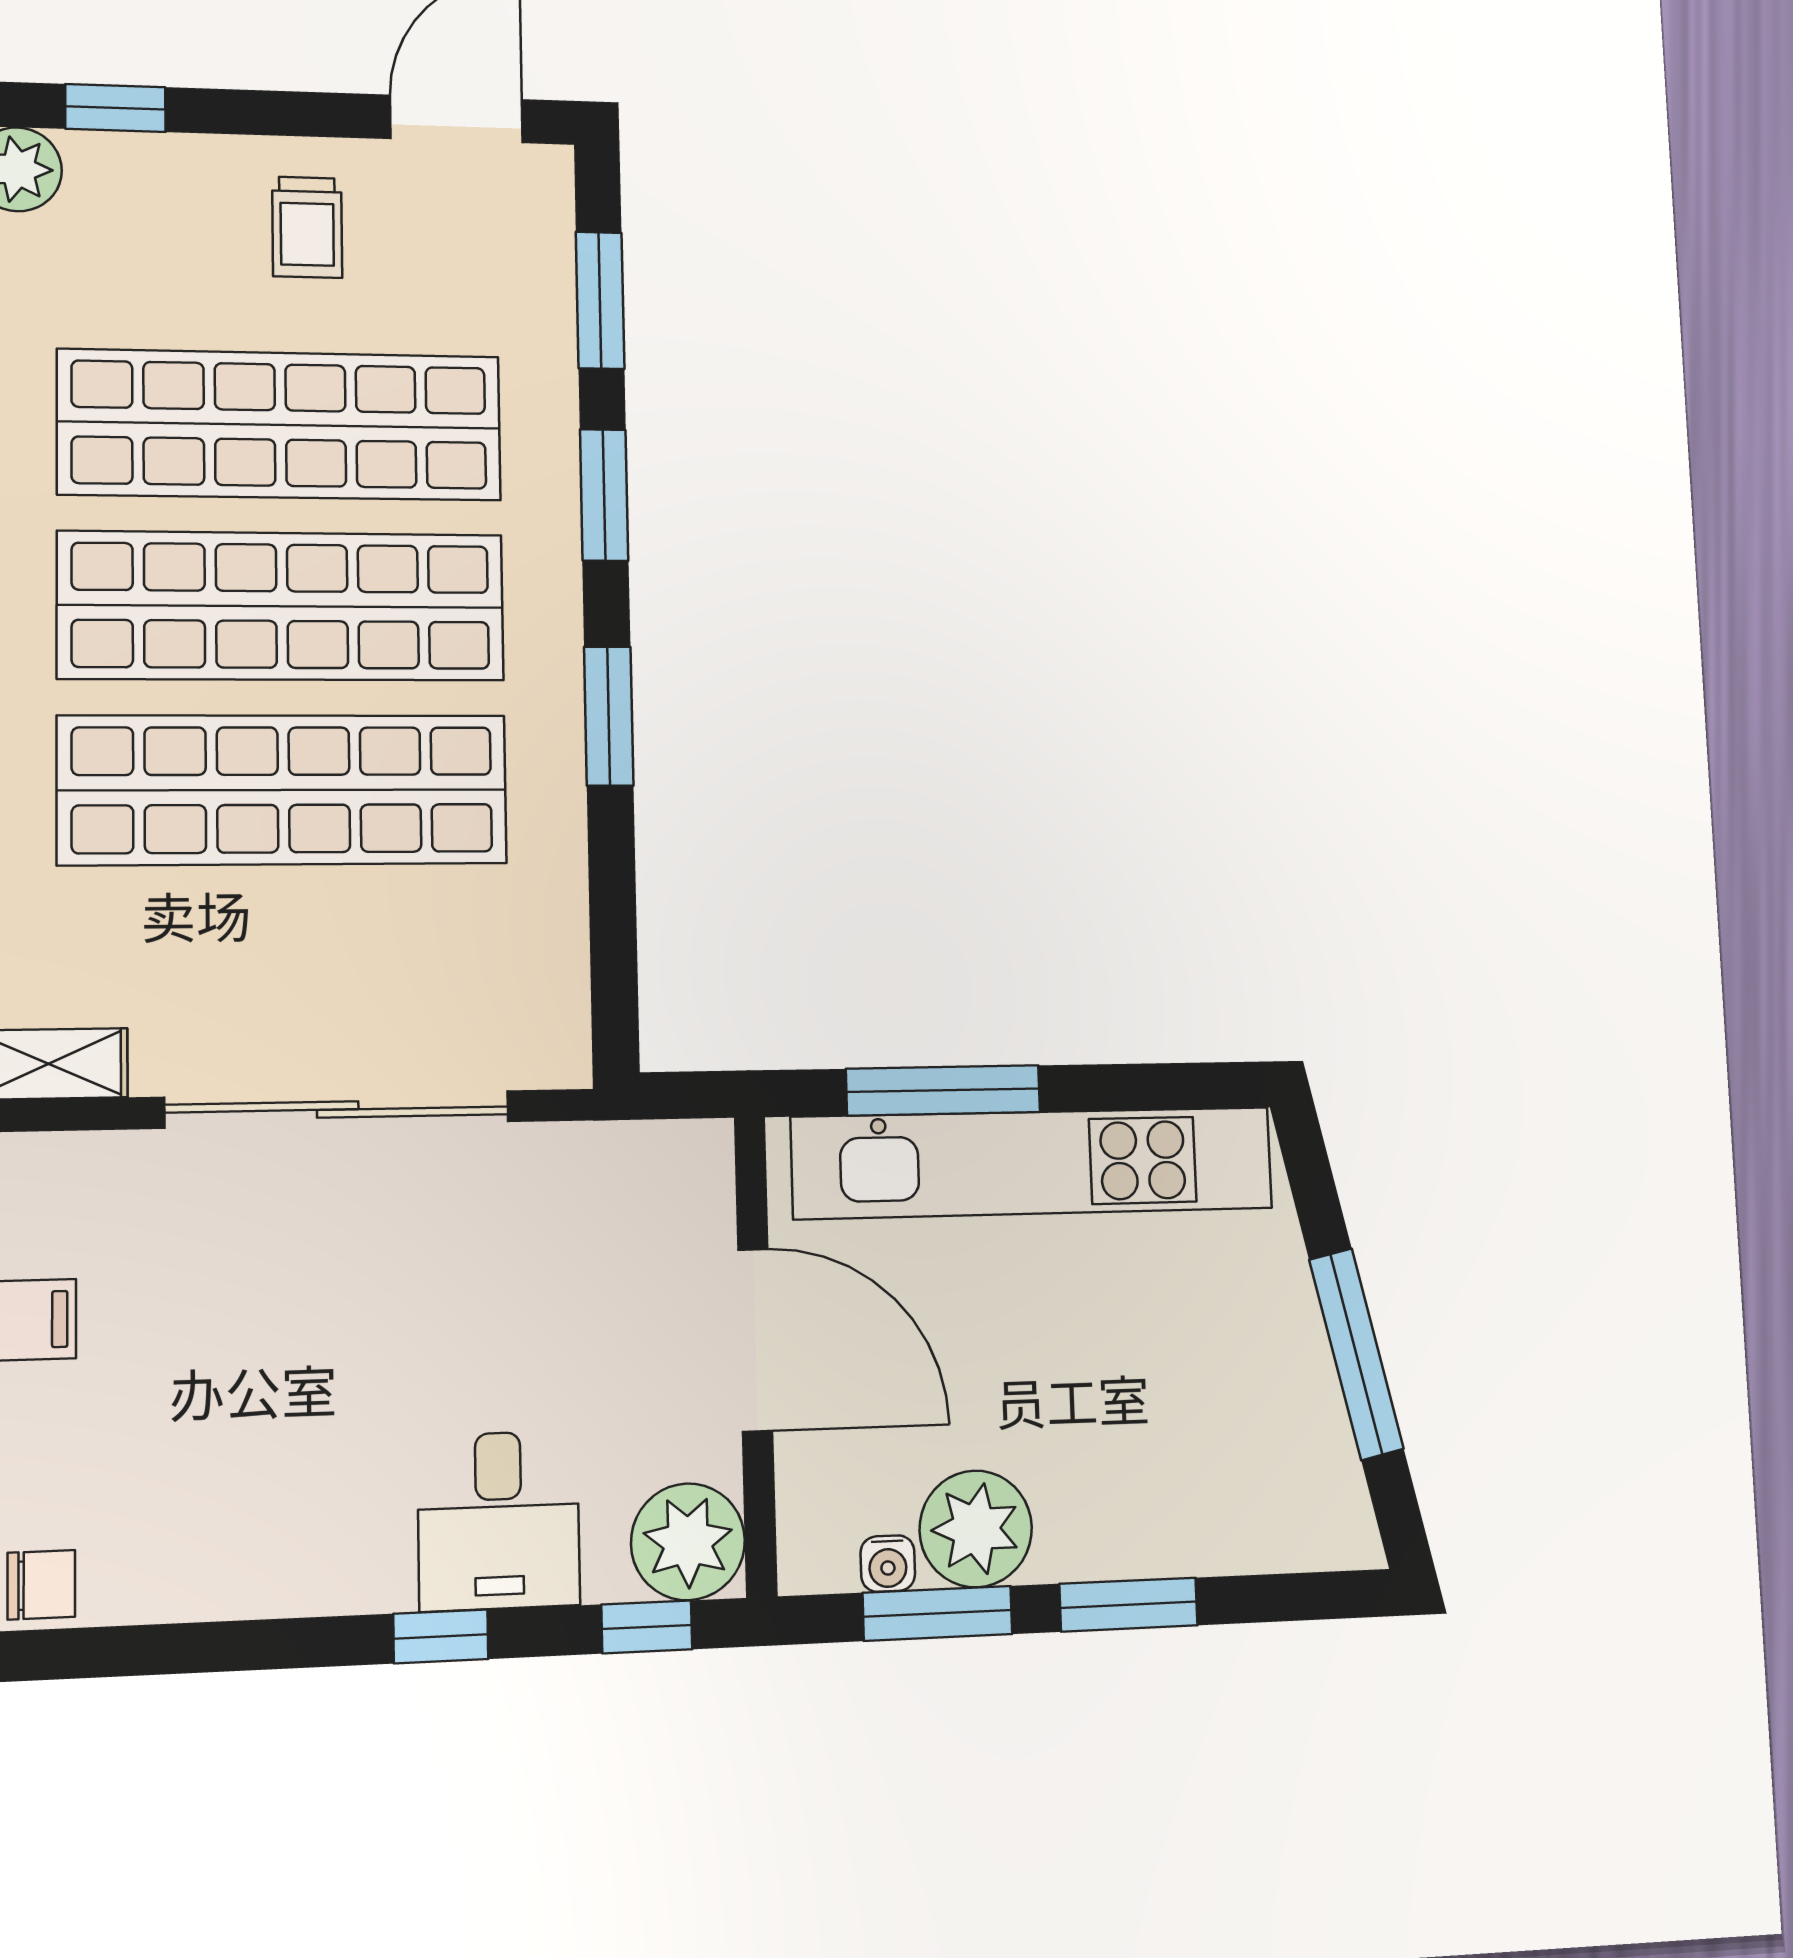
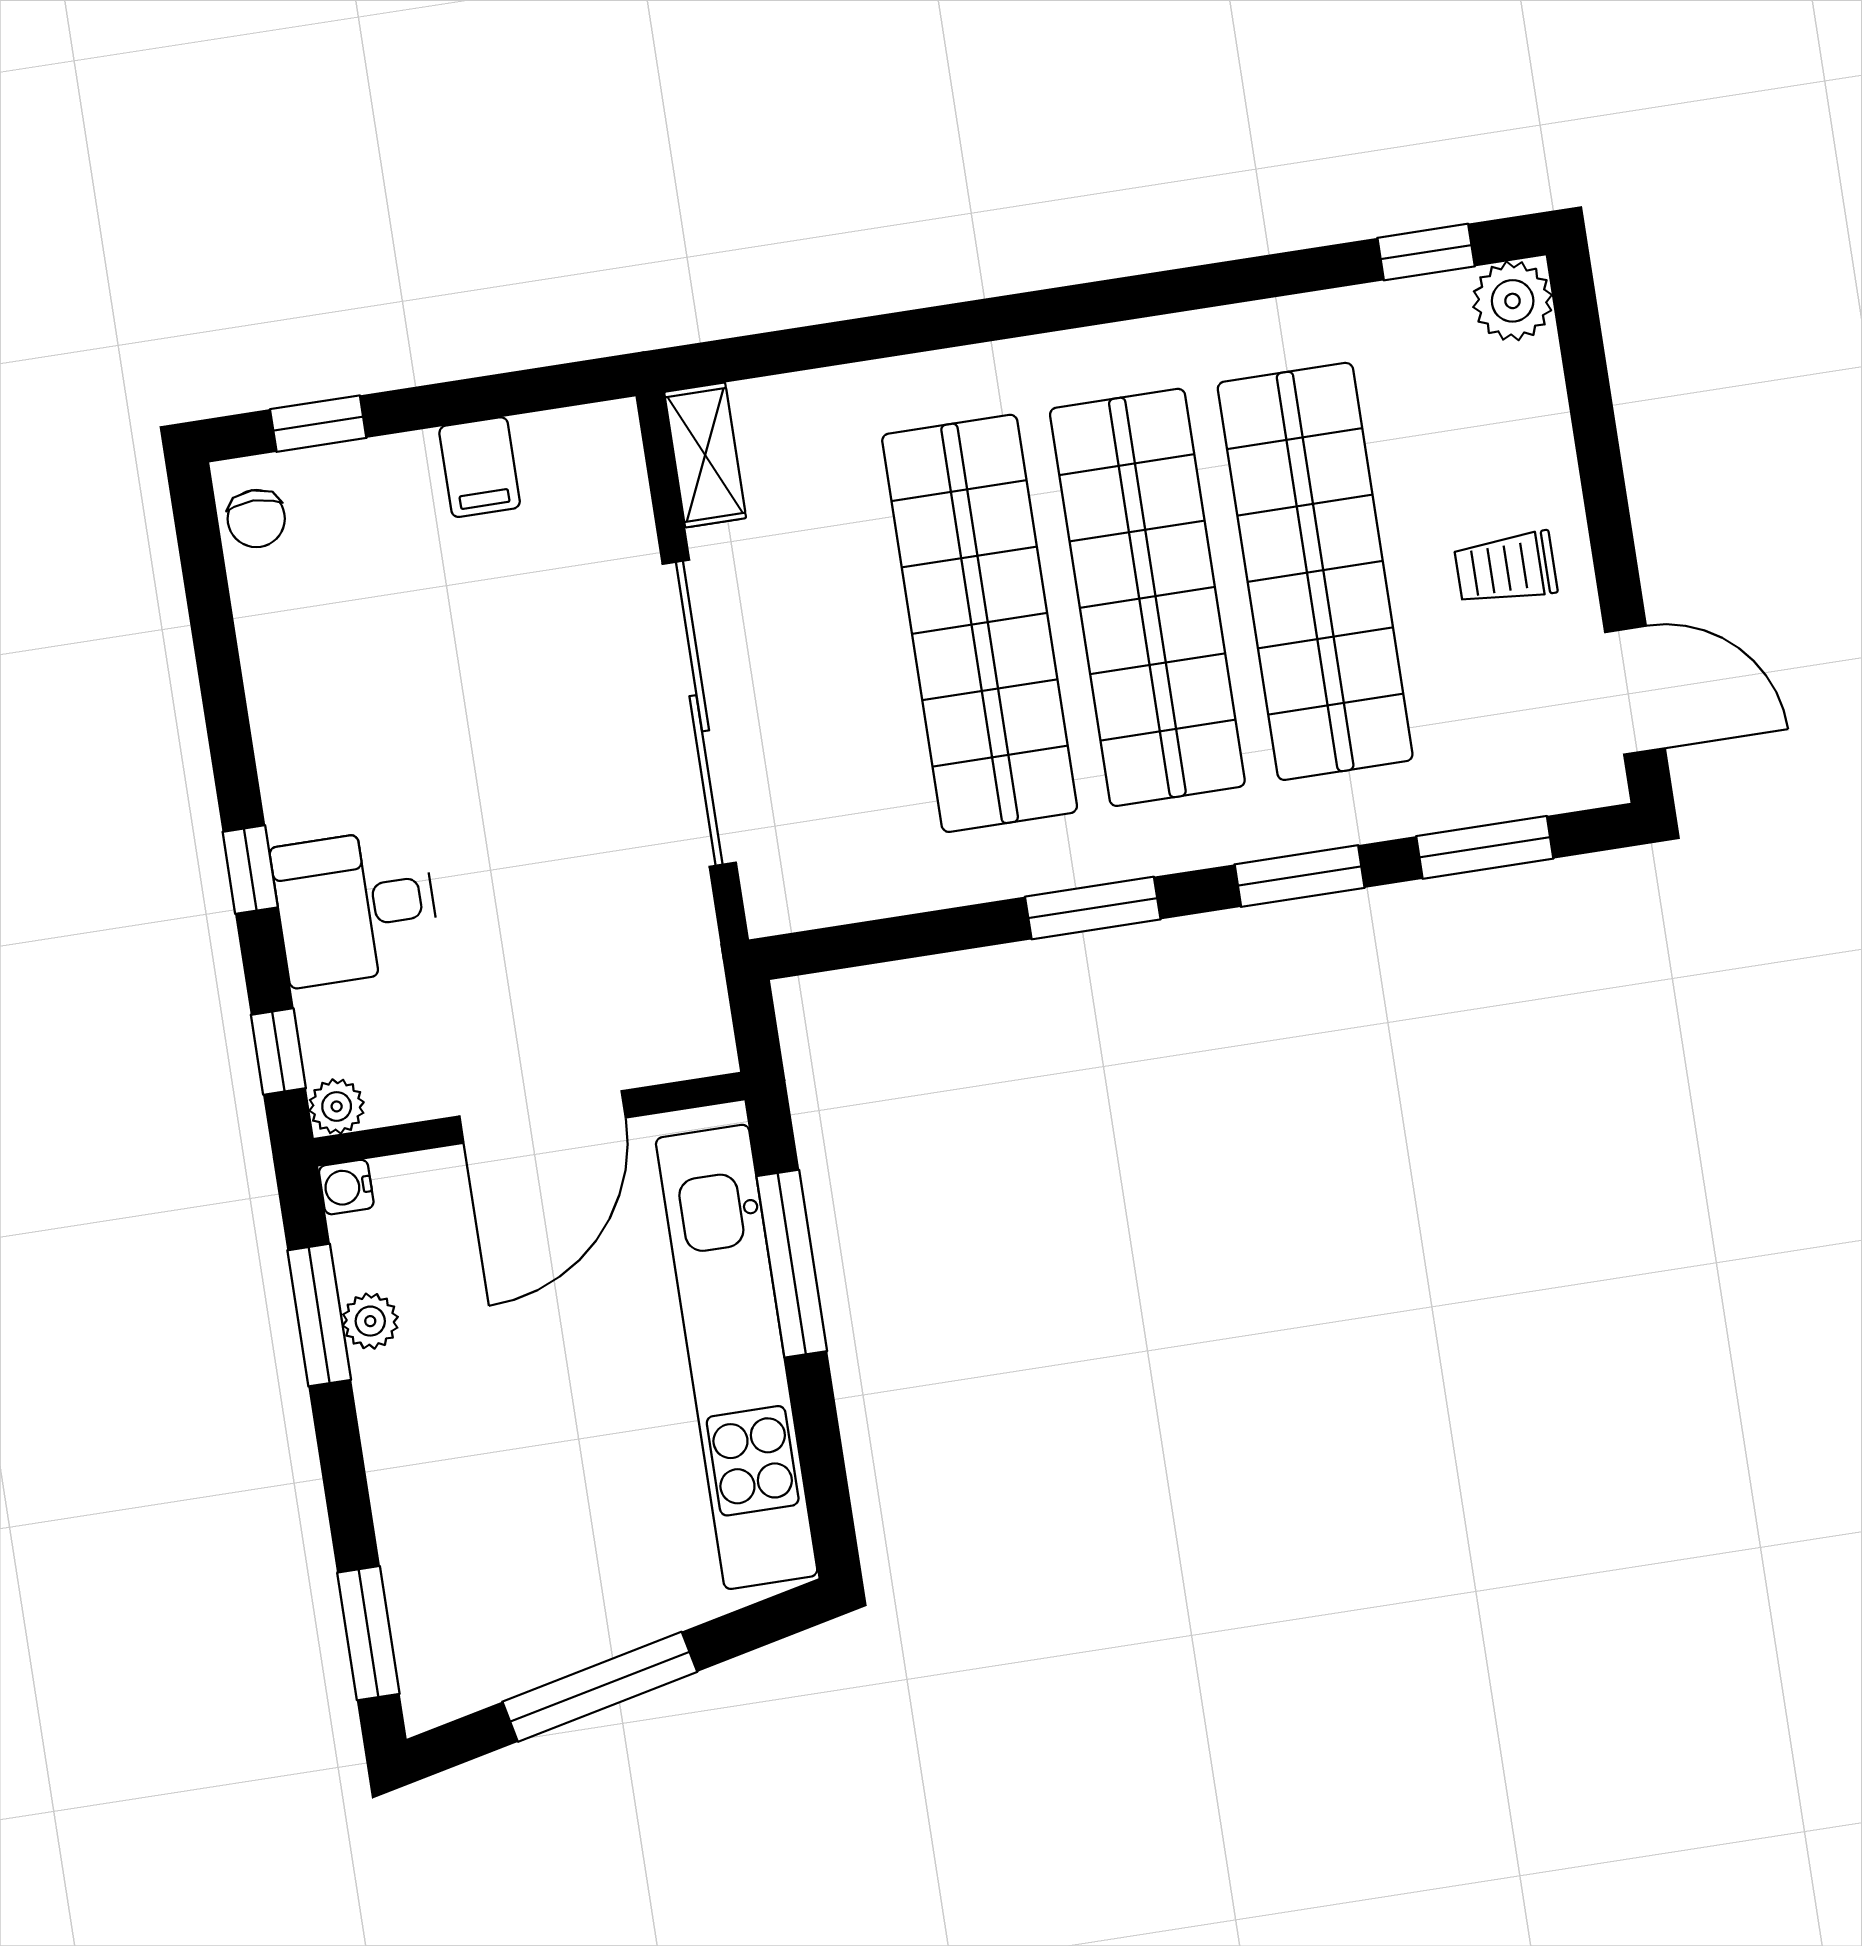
window: (115, 108) -> (1587, 379), removed
plant: (976, 1529) -> (370, 1321), width x0.53, depth x0.53
plant: (688, 1542) -> (337, 1106), width x0.53, depth x0.53
water cooler: (888, 1564) -> (346, 1187), moved
window: (1129, 1605) -> (368, 1633), moved

